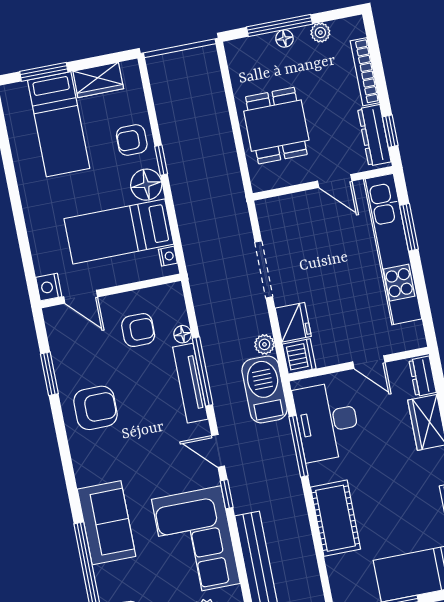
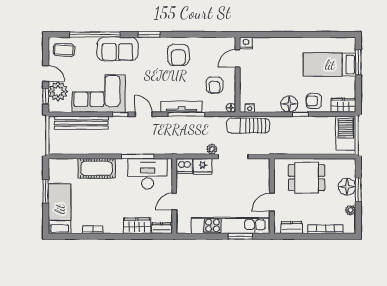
window: (279, 26) -> (358, 189), width x0.69
floor lamp: (284, 38) -> (347, 187), width x1.89, depth x1.89
wardrobe: (98, 80) -> (343, 105), moved, turned 90
window: (390, 131) -> (292, 236), removed
dresser: (374, 135) -> (292, 228), width x0.70
armchair: (132, 140) -> (314, 101), turned -90
bed: (119, 231) -> (268, 85), removed
sun lounger: (201, 253) -> (248, 126), added
floor lamp: (183, 334) -> (231, 108), moved
plant: (264, 344) -> (212, 149), moved
window: (49, 374) -> (149, 34), moved
barbecue: (265, 390) -> (346, 133), moved, turned -90
door: (218, 451) -> (144, 114), hinge flipped

